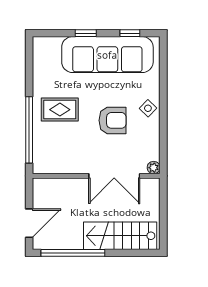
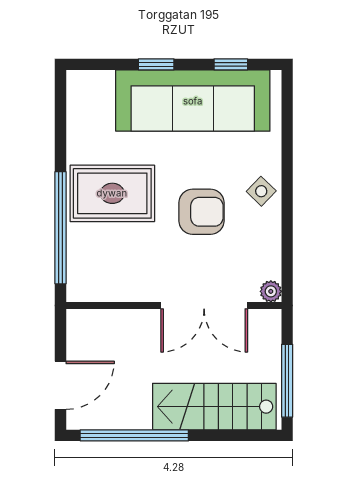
rug: (60, 110) -> (112, 193), width x1.36, depth x1.43
window: (163, 220) -> (287, 381), added

